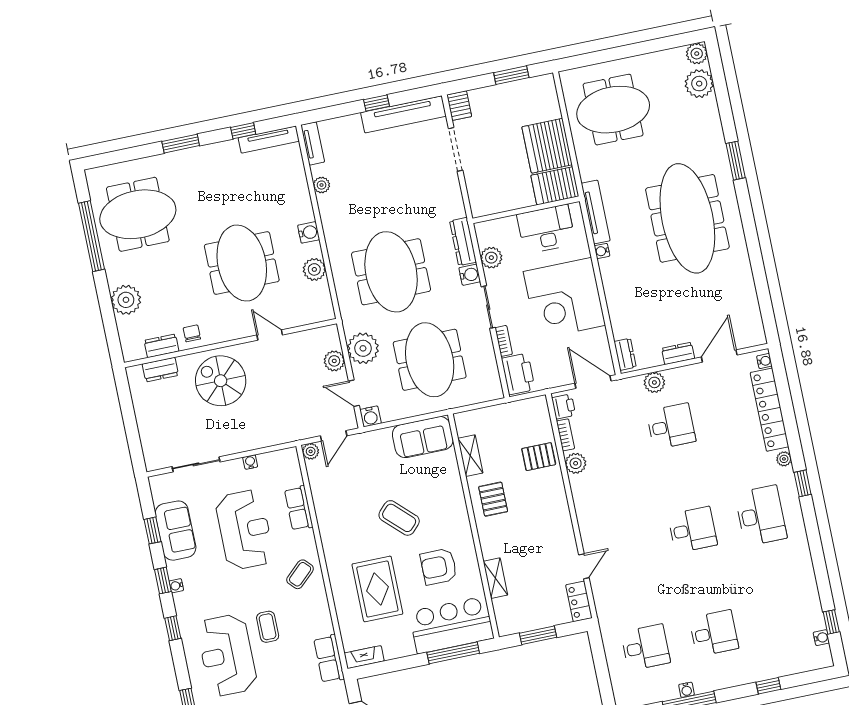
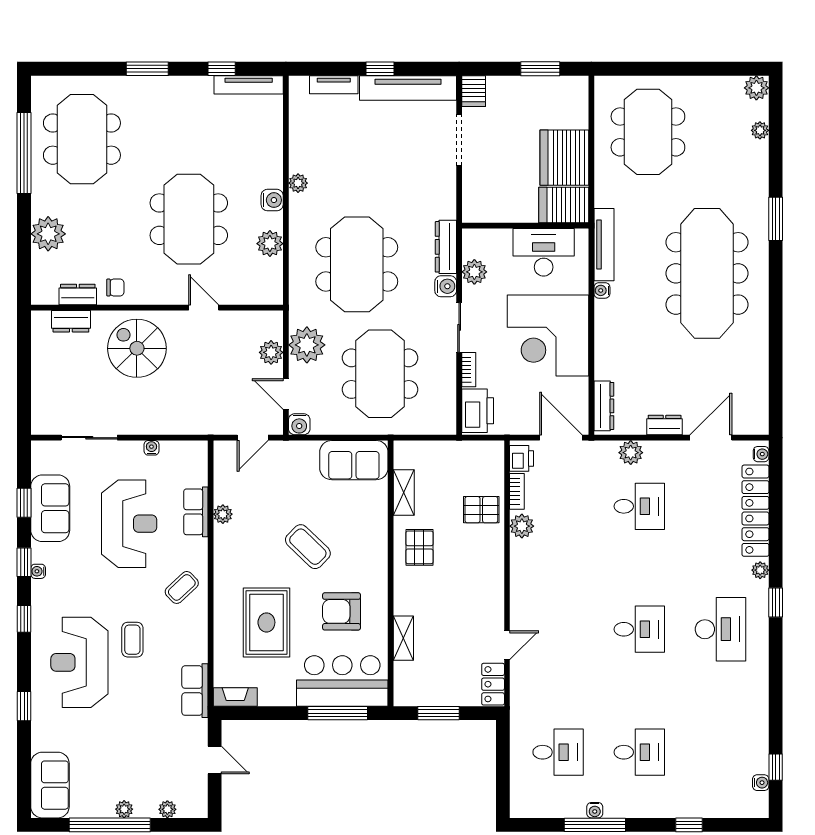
plant: (699, 84) -> (760, 130), width x0.53, depth x0.53
meeting table: (613, 110) -> (648, 132), turned 90
tv unit: (313, 143) -> (334, 85), moved, turned 90
plant: (322, 185) -> (298, 183), moved
meeting table: (138, 214) -> (82, 139), turned 90
chair: (192, 333) -> (115, 288), turned 90
dresser: (625, 354) -> (604, 406), width x1.44
plant: (311, 451) -> (223, 514), moved

